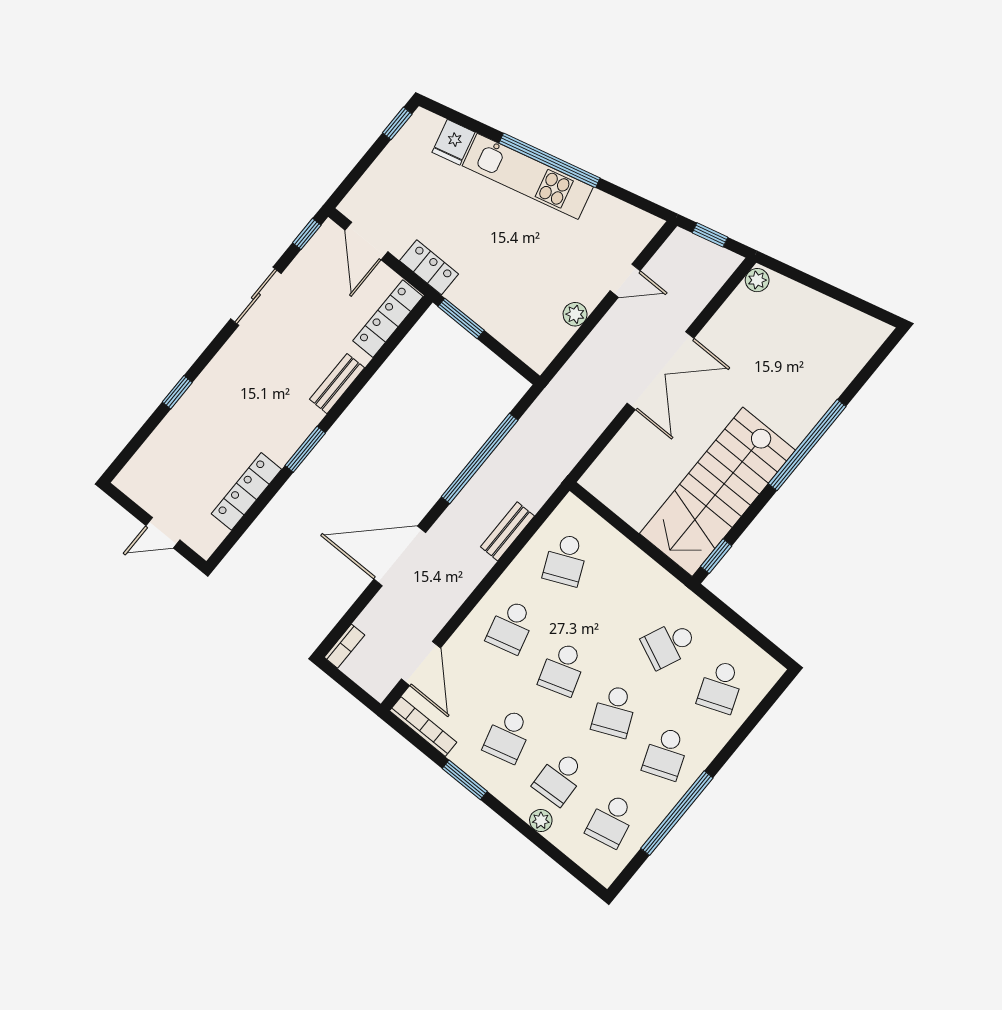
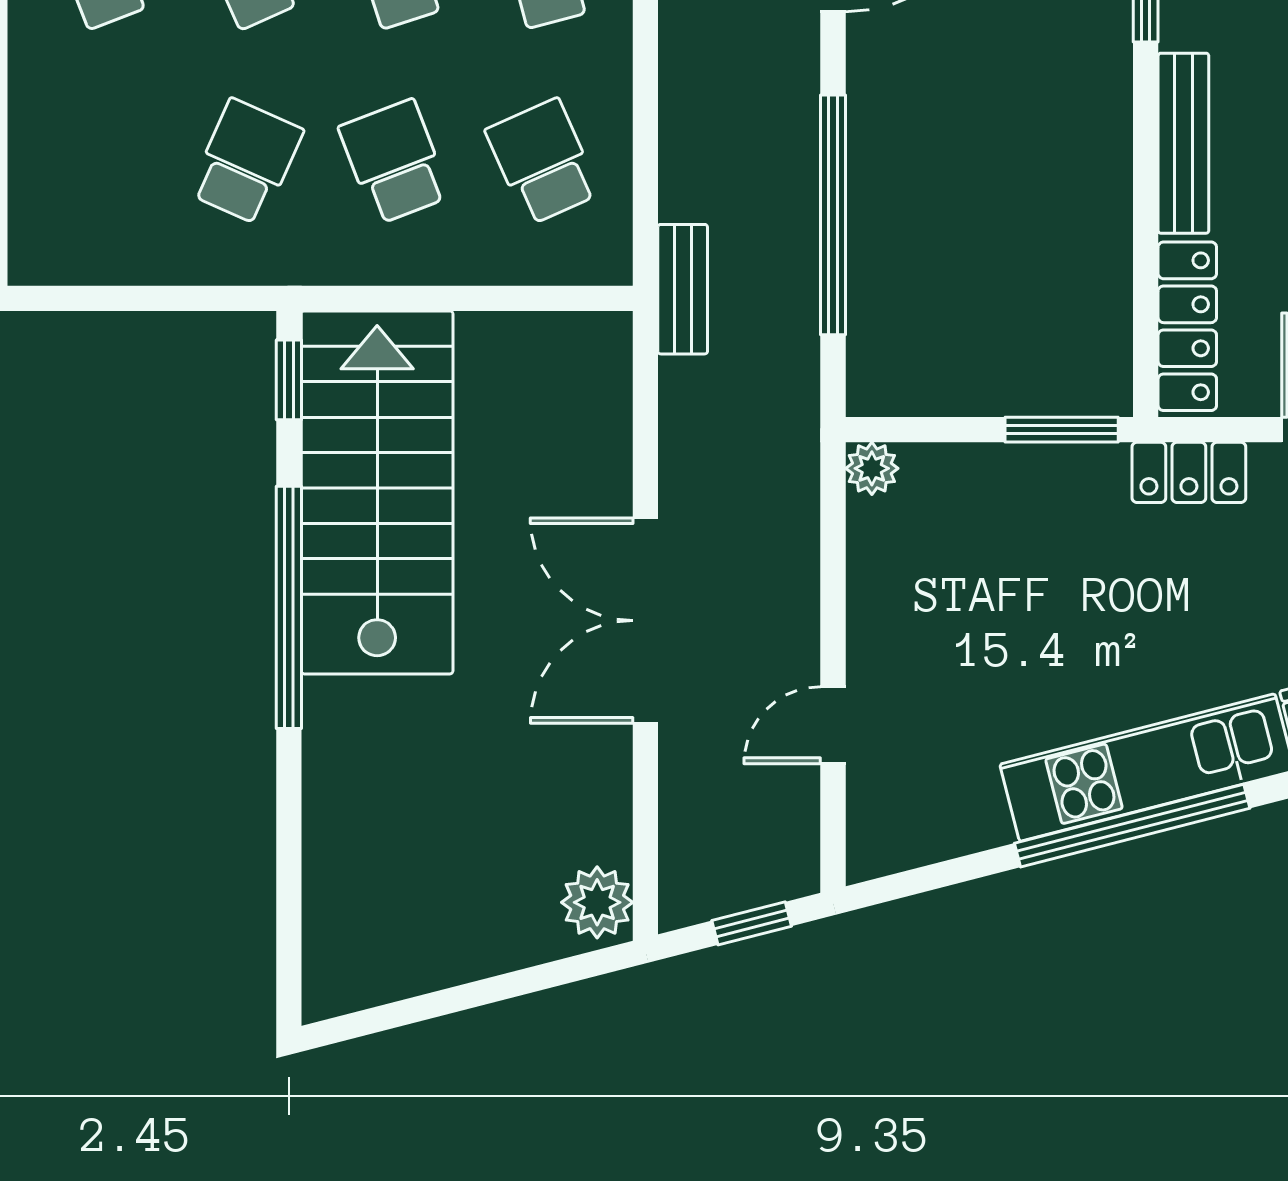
plant: (757, 280) -> (597, 902), width x1.38, depth x1.38
plant: (575, 314) -> (872, 468), moved
bench: (337, 384) -> (1183, 143), width x1.36
window: (807, 445) -> (289, 607), moved
bench: (507, 531) -> (683, 289), moved
school desk: (721, 687) -> (394, 162), moved

